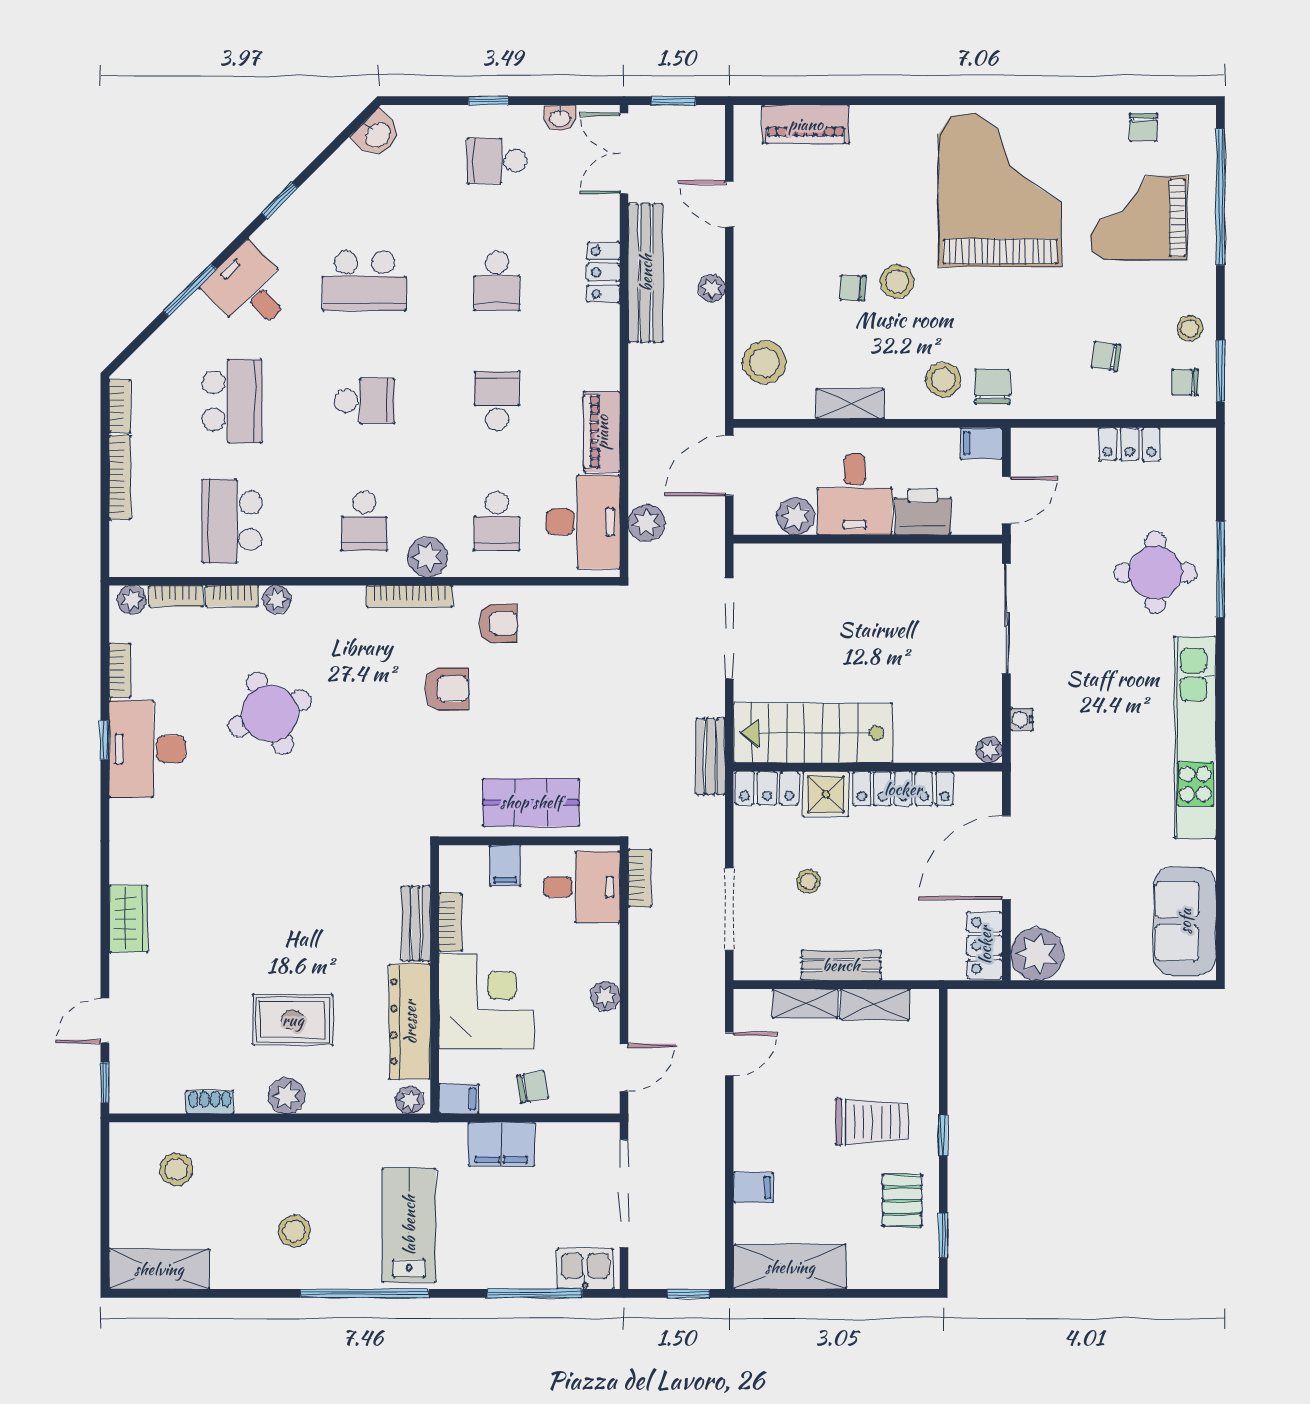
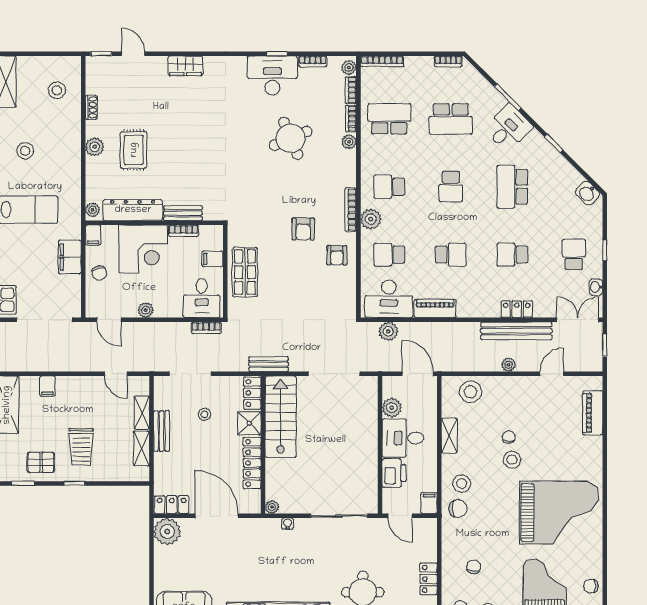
bookcase: (120, 478) -> (382, 61), moved

